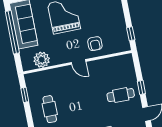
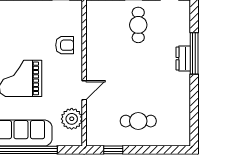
door: (79, 62) -> (84, 90), moved

